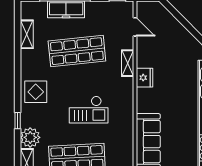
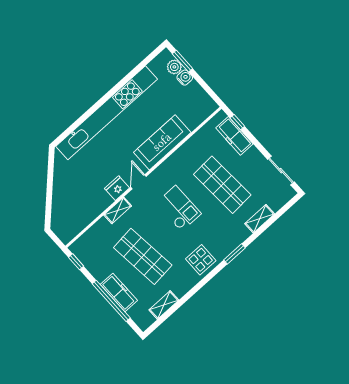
door: (135, 27) -> (138, 182), moved
window: (18, 121) -> (234, 254), width x1.50
plant: (30, 137) -> (238, 233), removed

